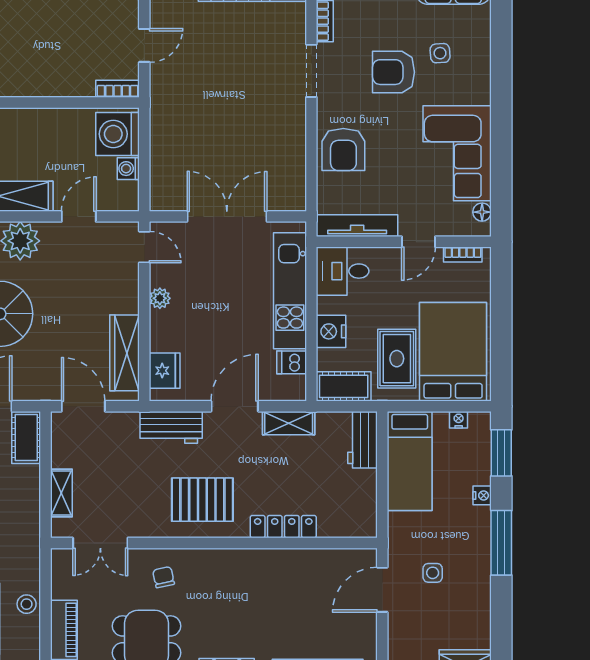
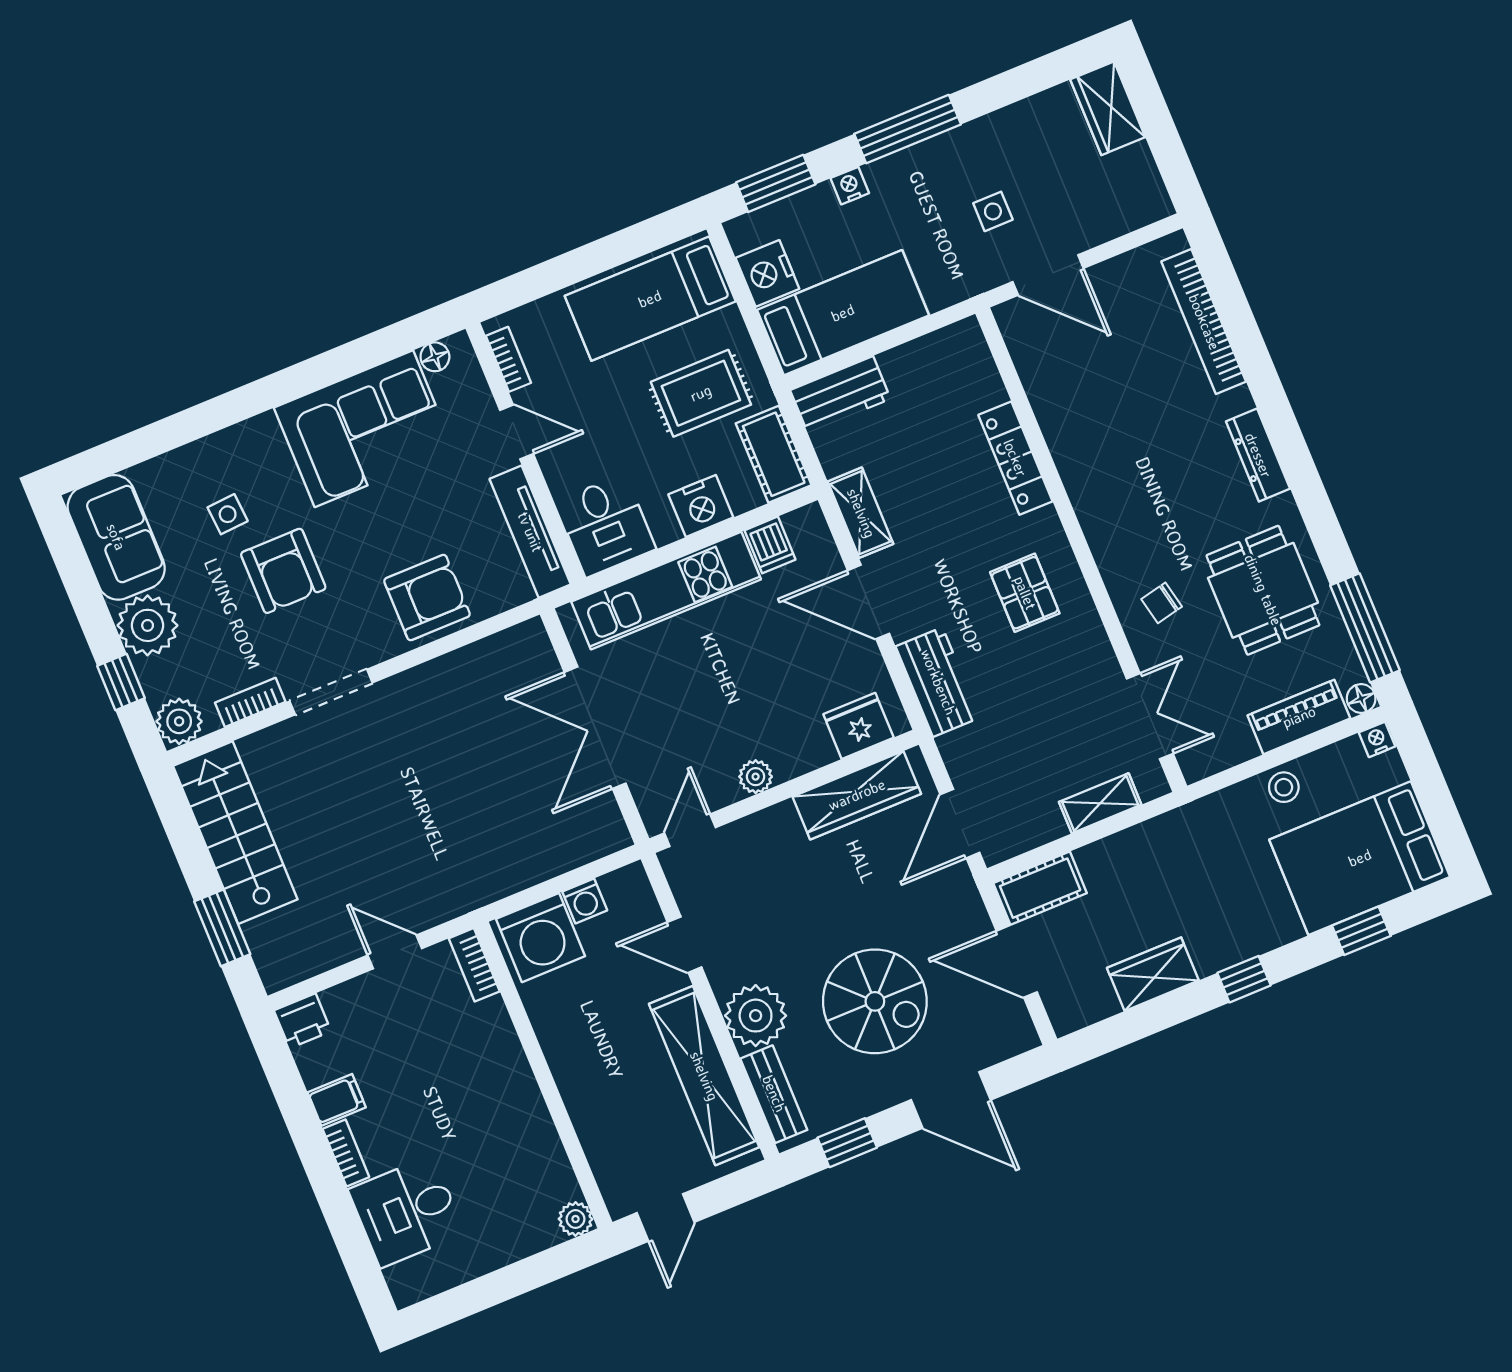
bed: (453, 352) -> (650, 299), width x0.67
nightstand: (459, 420) -> (767, 273), width x1.89, depth x1.79
pallet: (202, 500) -> (1025, 593), width x0.67, depth x0.71

